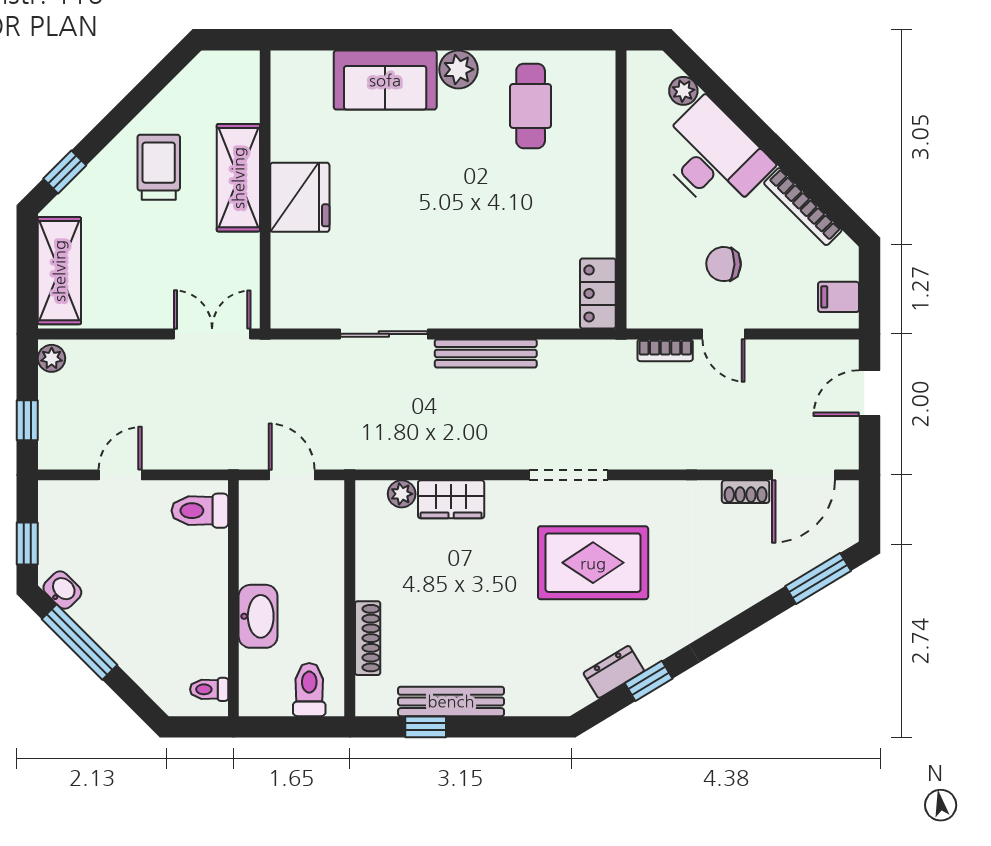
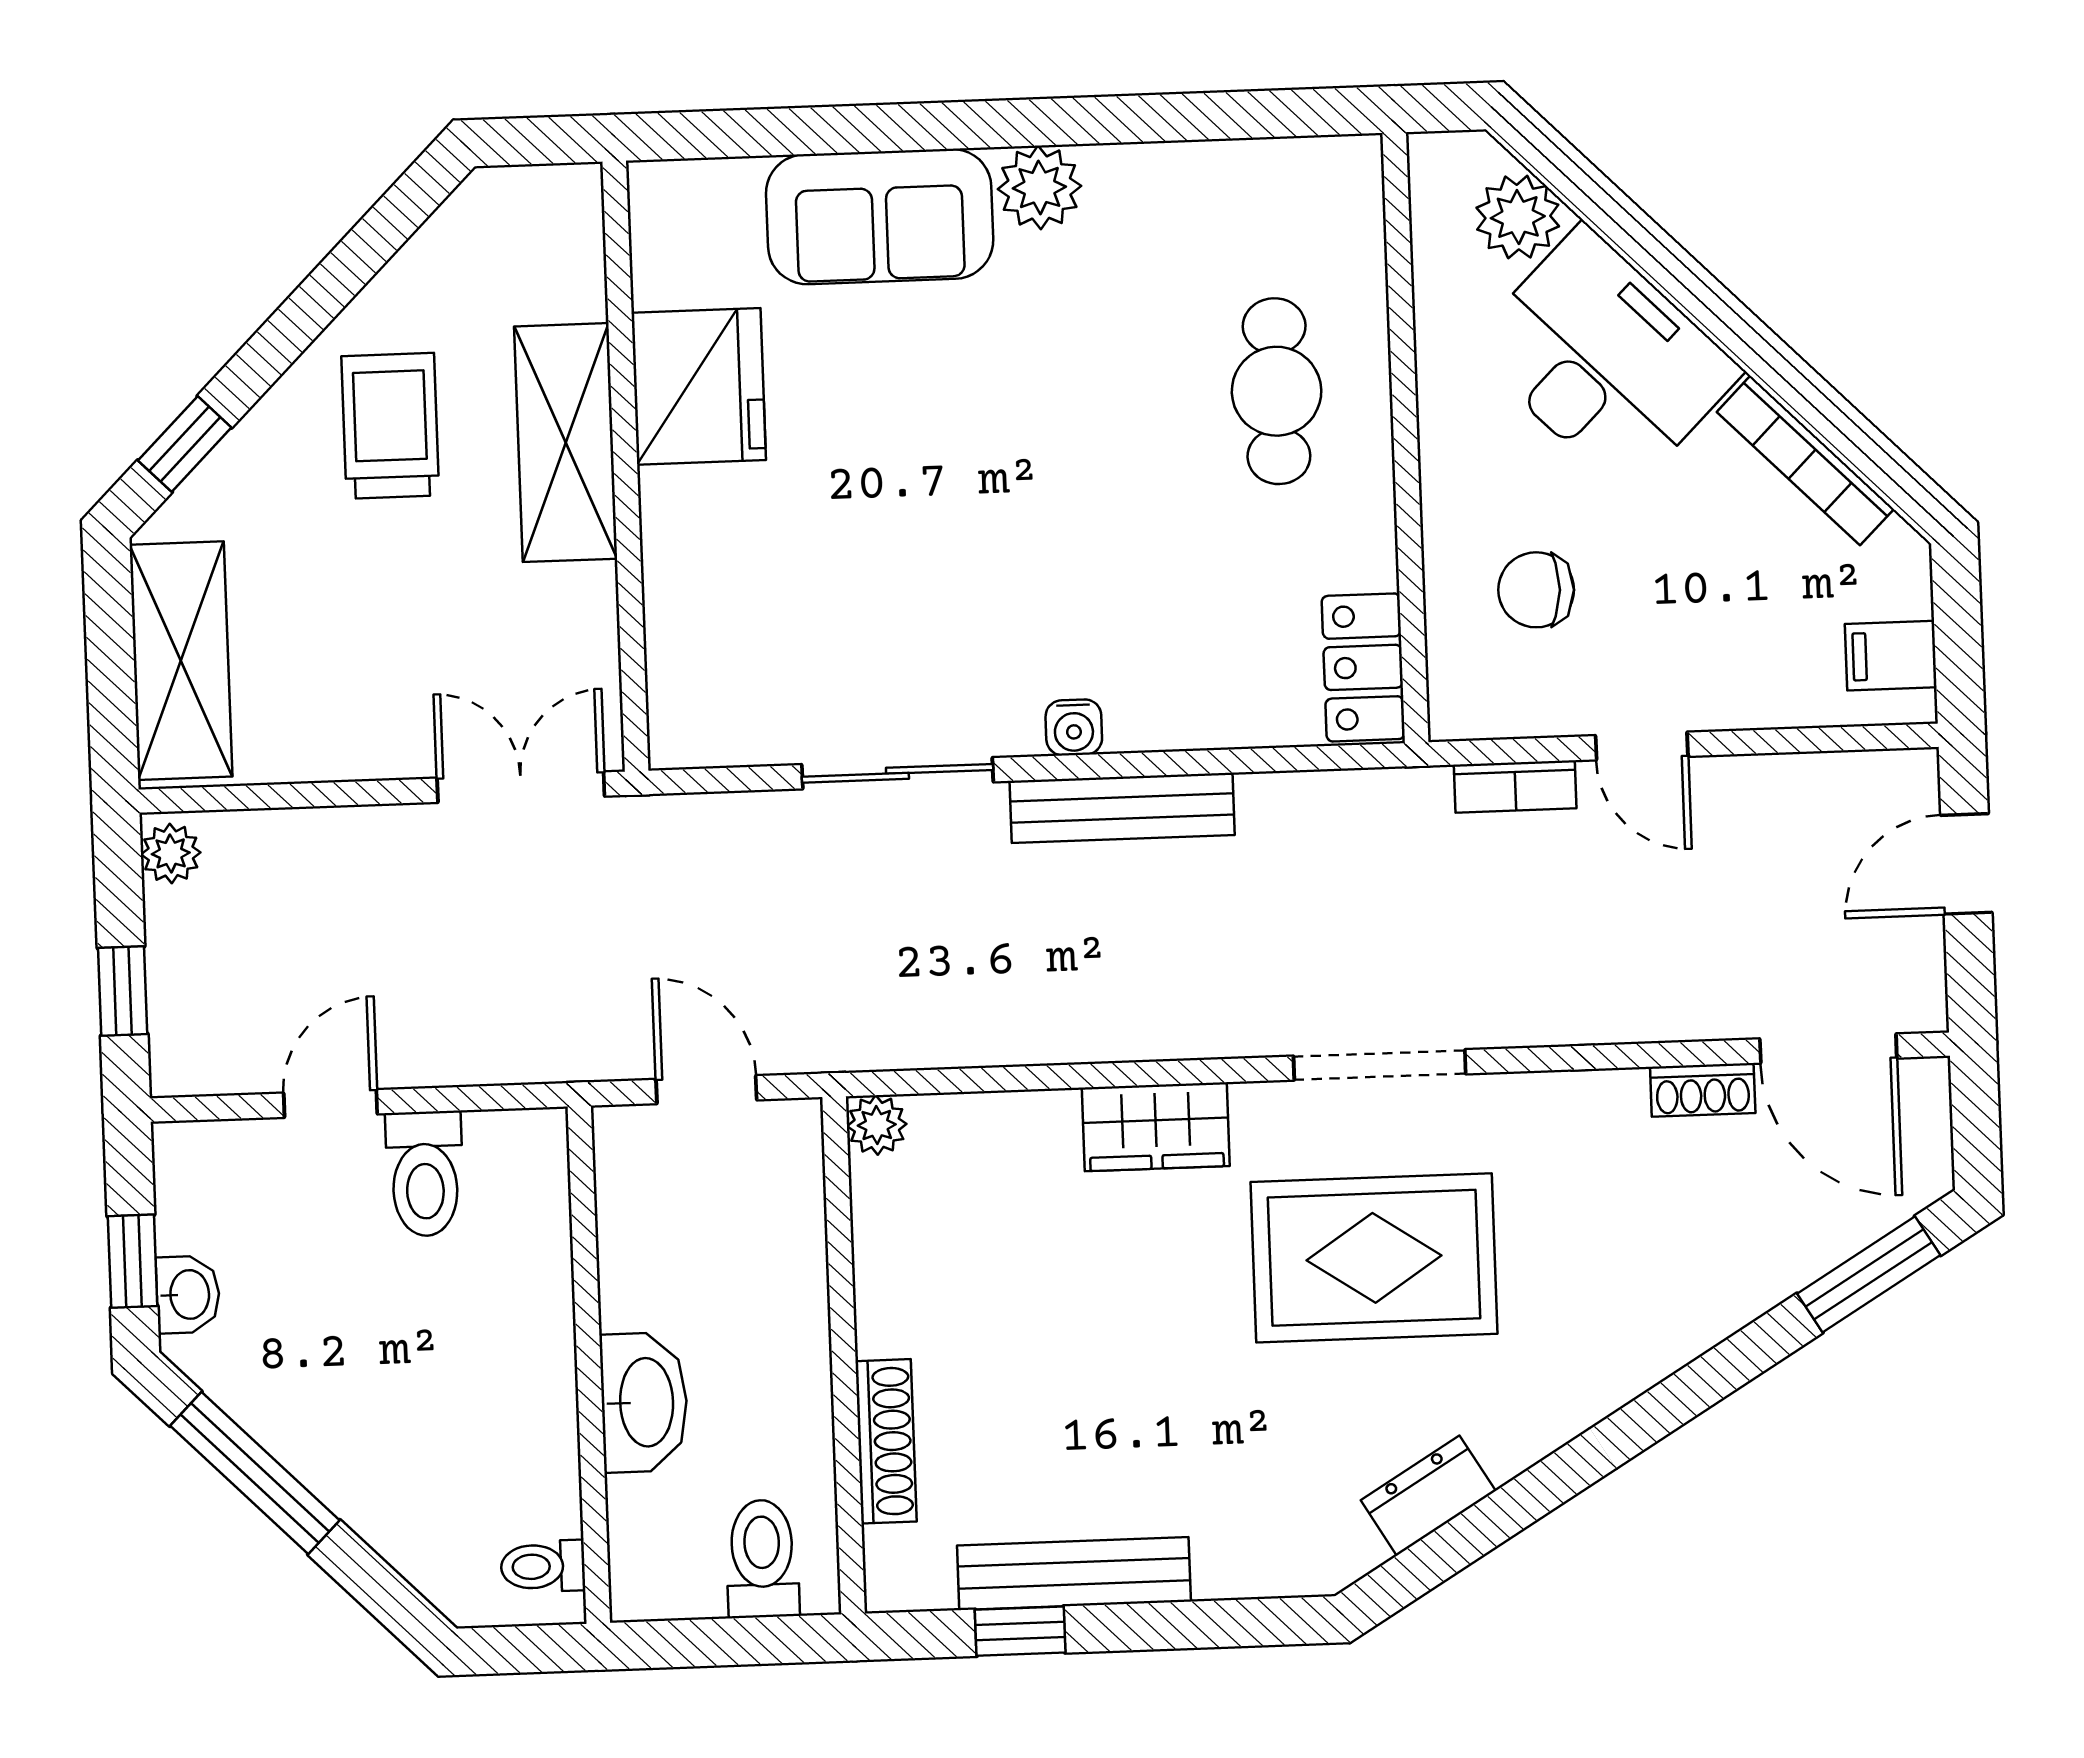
plant: (683, 91) -> (1518, 217), width x1.38, depth x1.38
cafe table: (531, 106) -> (1277, 391), moved
fridge: (300, 197) -> (699, 386), moved
chair: (724, 264) -> (1536, 590), moved
water cooler: (465, 316) -> (1074, 727), added
doorway: (569, 475) -> (1380, 1065), moved
door: (803, 475) -> (1828, 1049), hinge flipped
plant: (402, 494) -> (877, 1125), moved
wardrobe: (451, 499) -> (1156, 1127), moved
toilet: (200, 511) -> (425, 1174), moved, turned -90
washbasin: (62, 590) -> (188, 1295), moved, turned 45
window: (649, 681) -> (1505, 1512), removed

